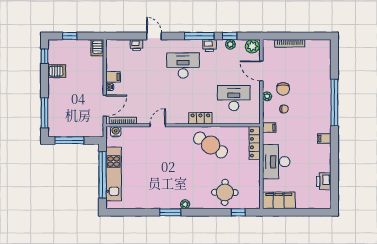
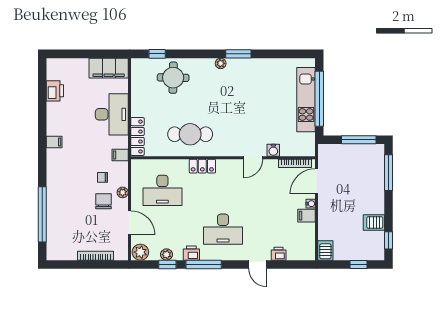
window: (334, 103) -> (42, 214), moved
water cooler: (116, 132) -> (273, 150), moved
cafe table: (211, 145) -> (190, 134), turned -32

